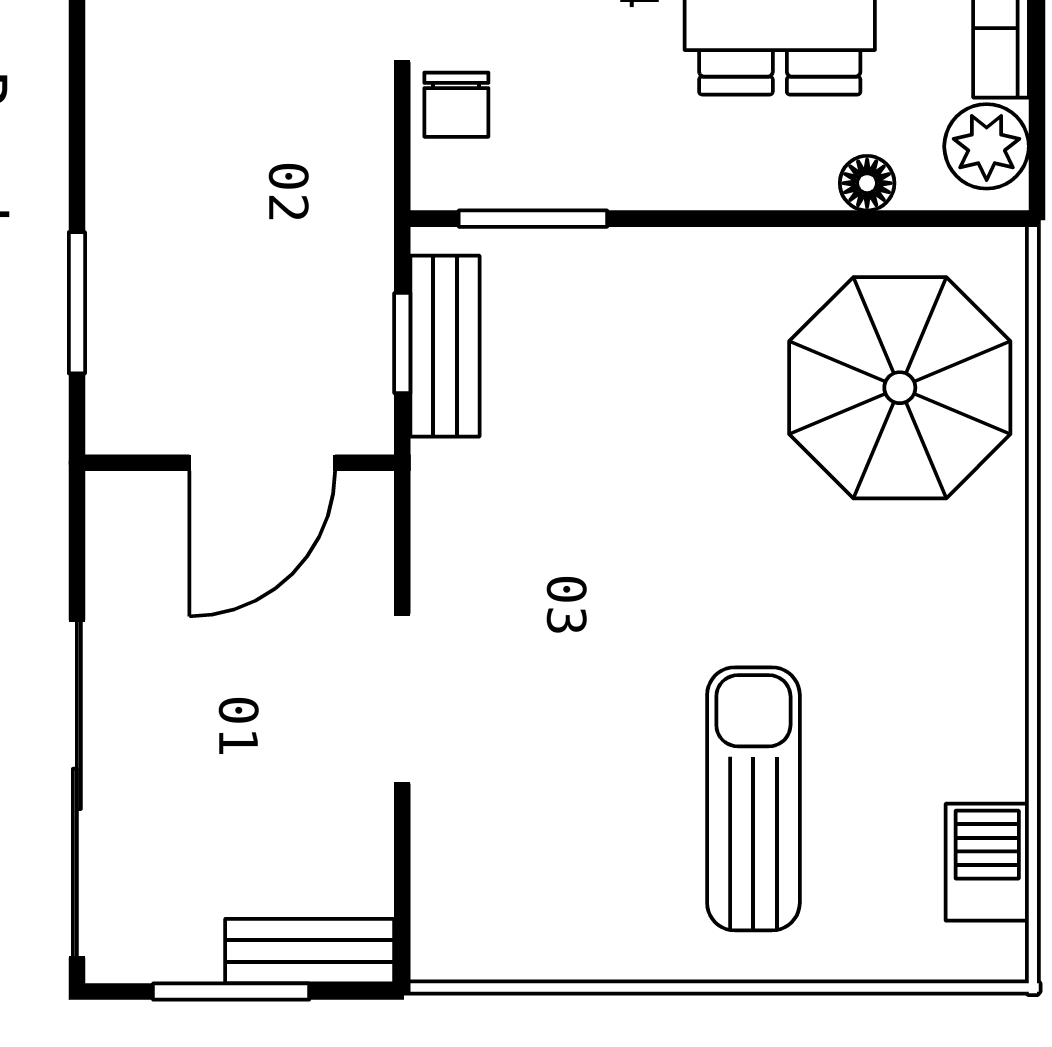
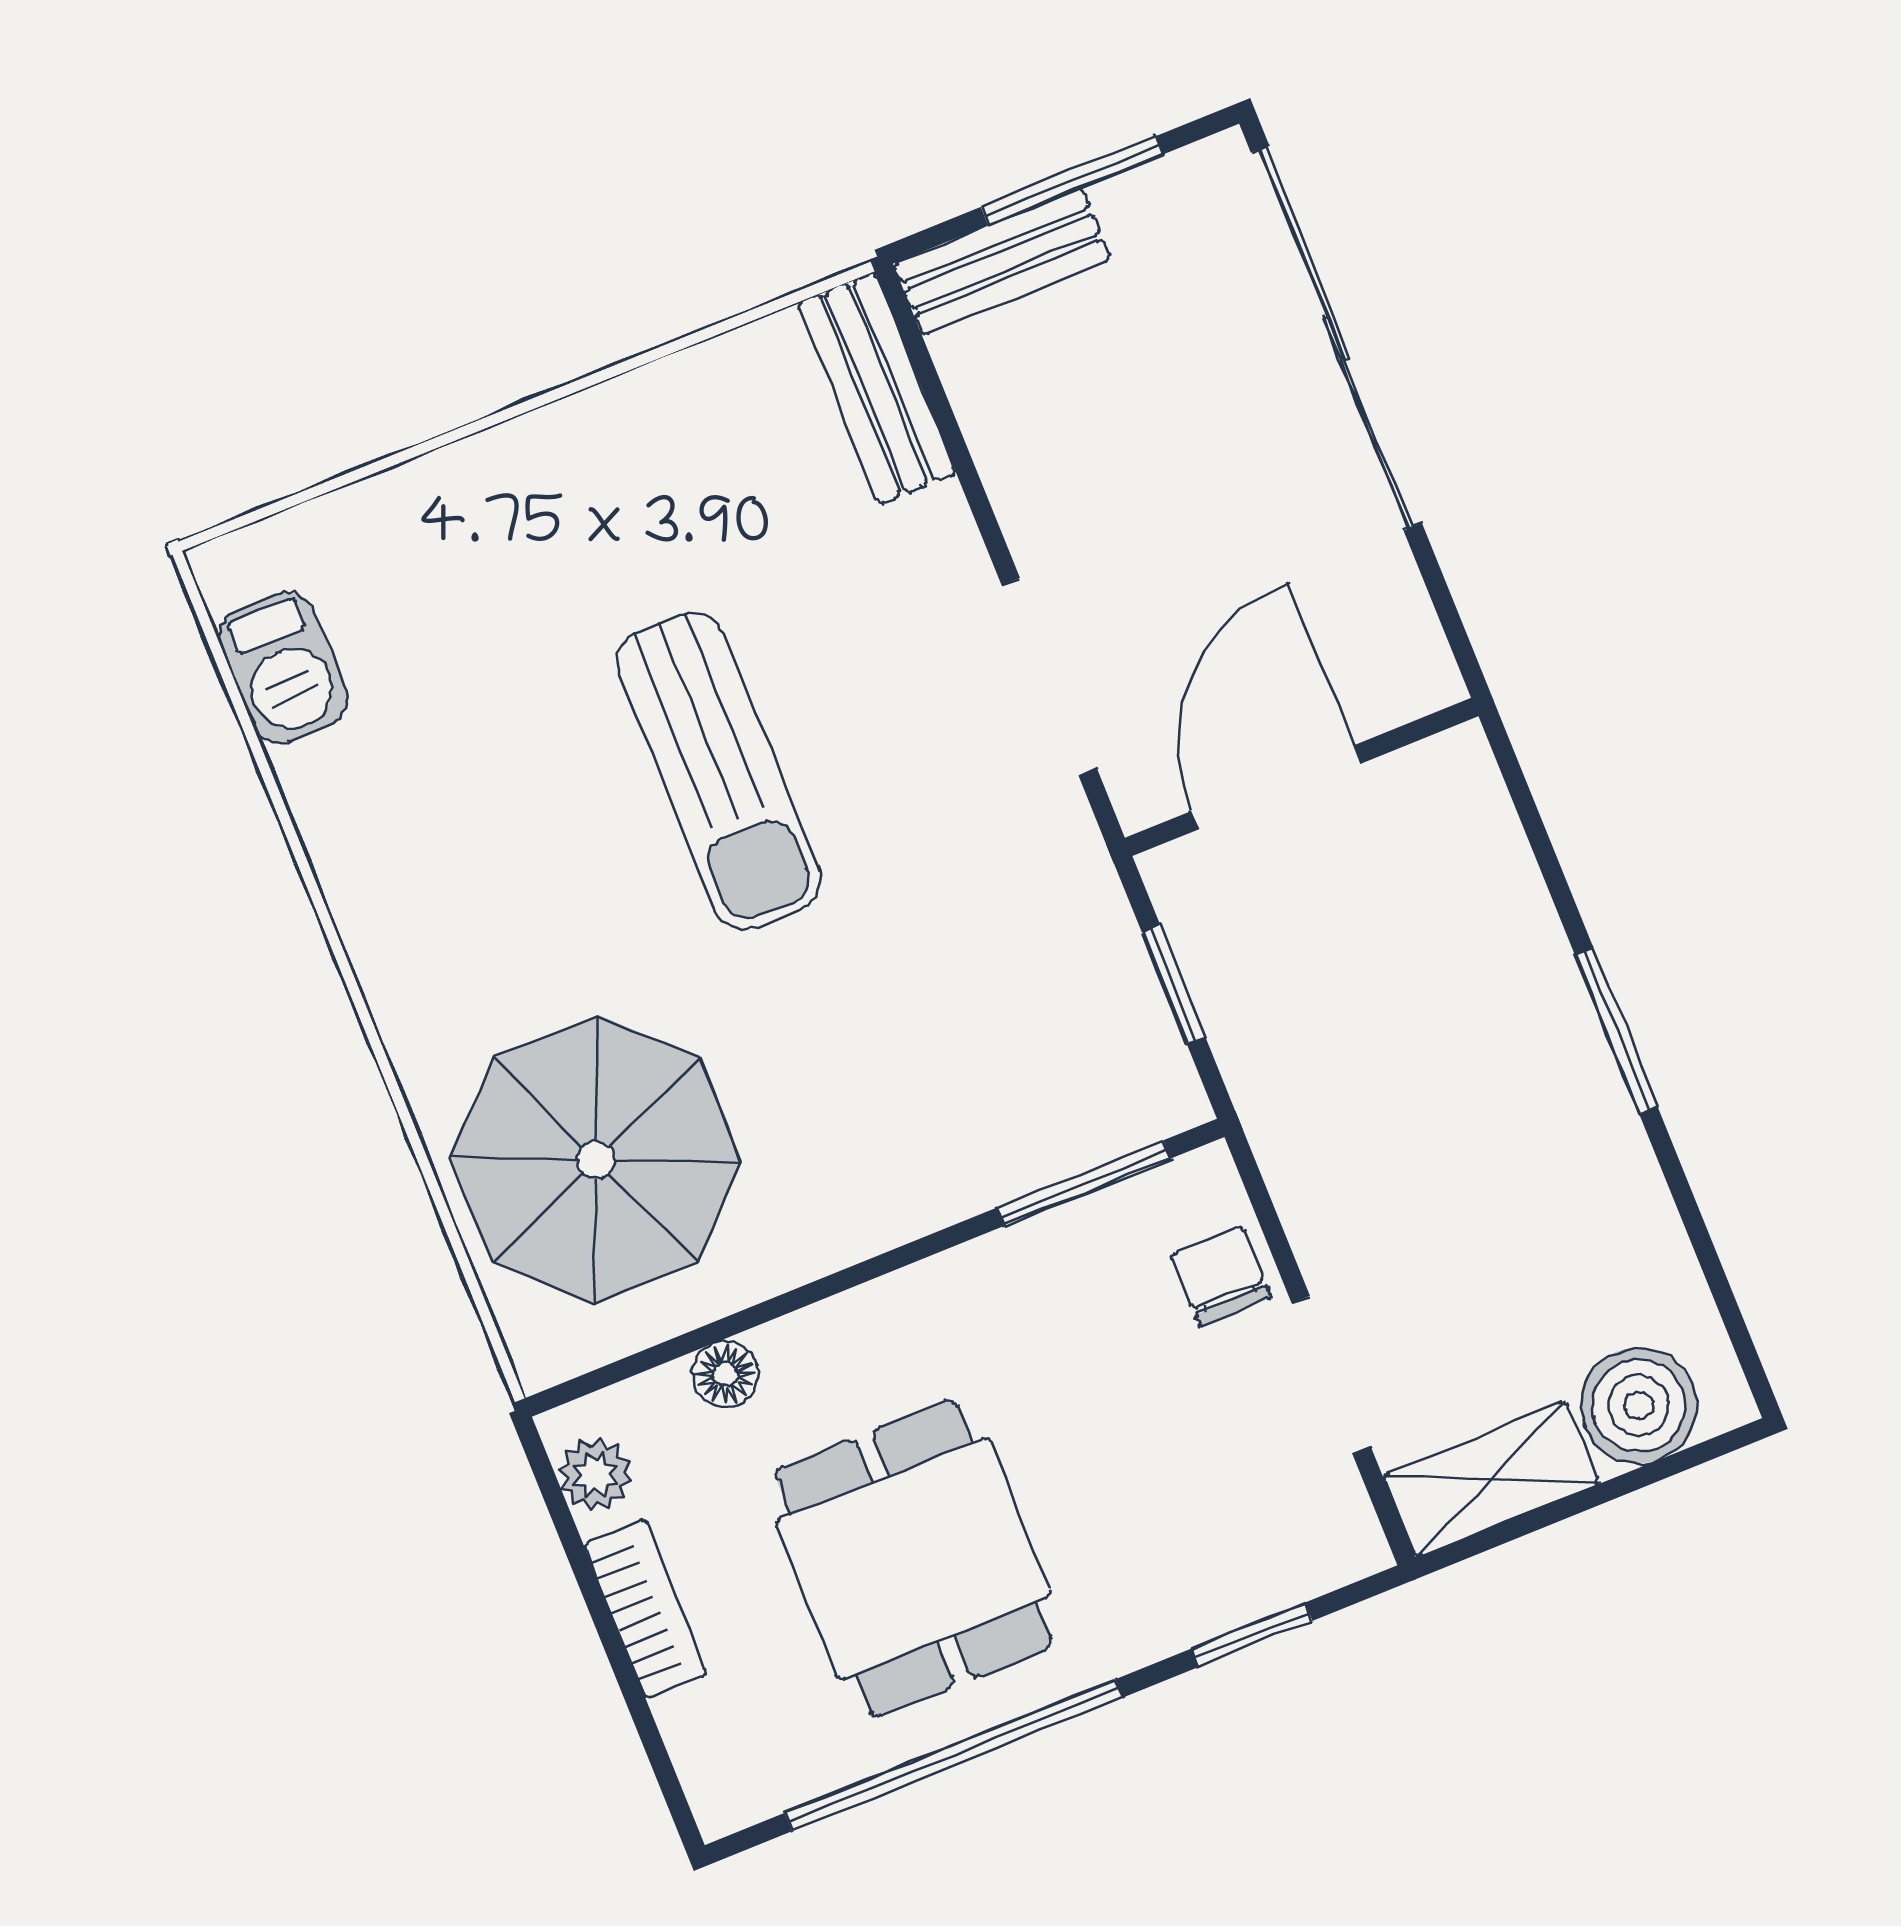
plant: (987, 146) -> (595, 1475), width x0.73, depth x0.73
window: (77, 303) -> (1616, 1031), moved
bench: (445, 346) -> (877, 388), moved
doorway: (402, 699) -> (1049, 677), moved
sun lounger: (753, 799) -> (719, 771), moved

